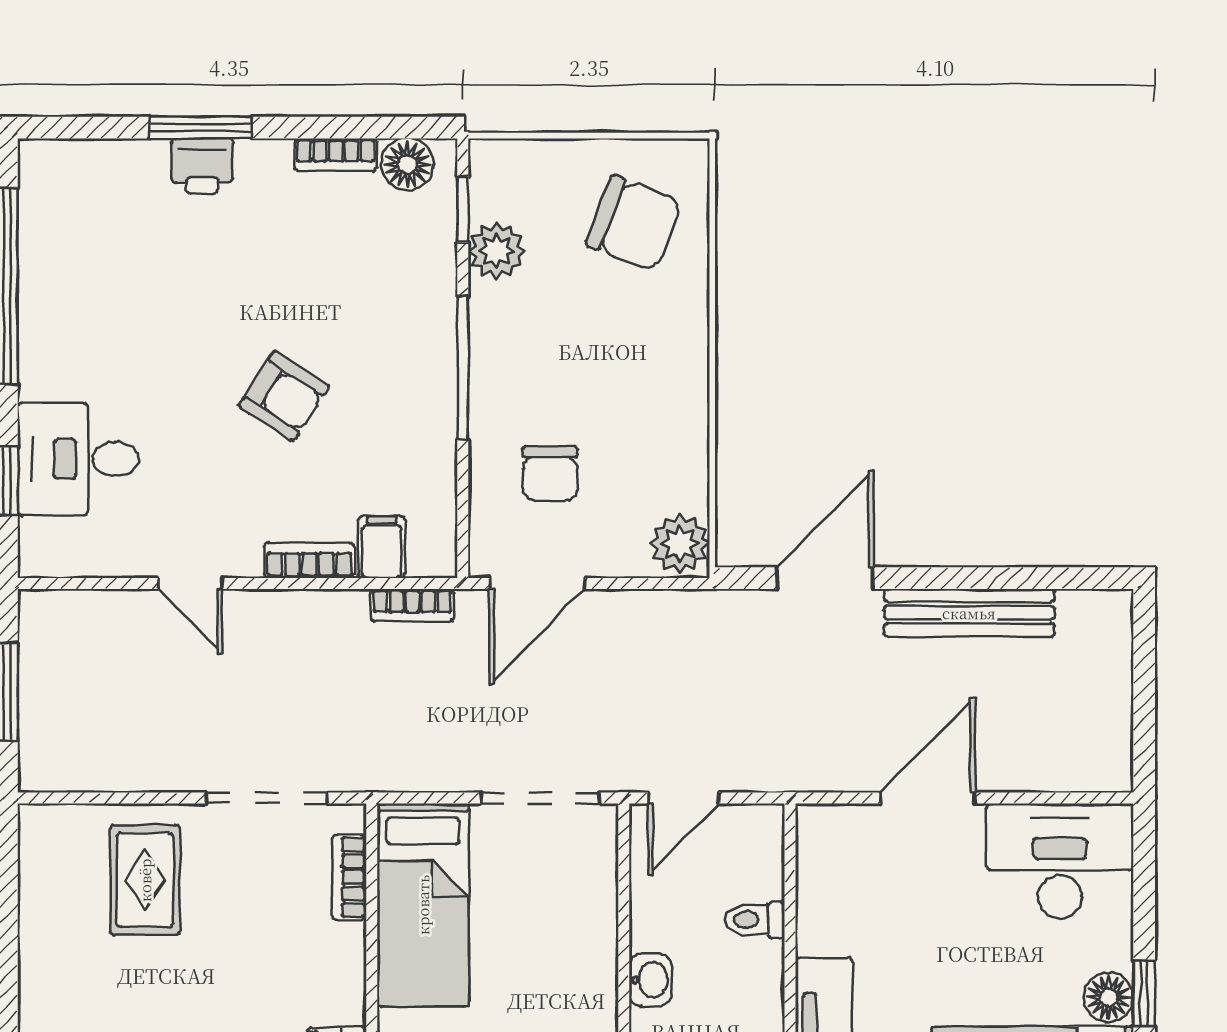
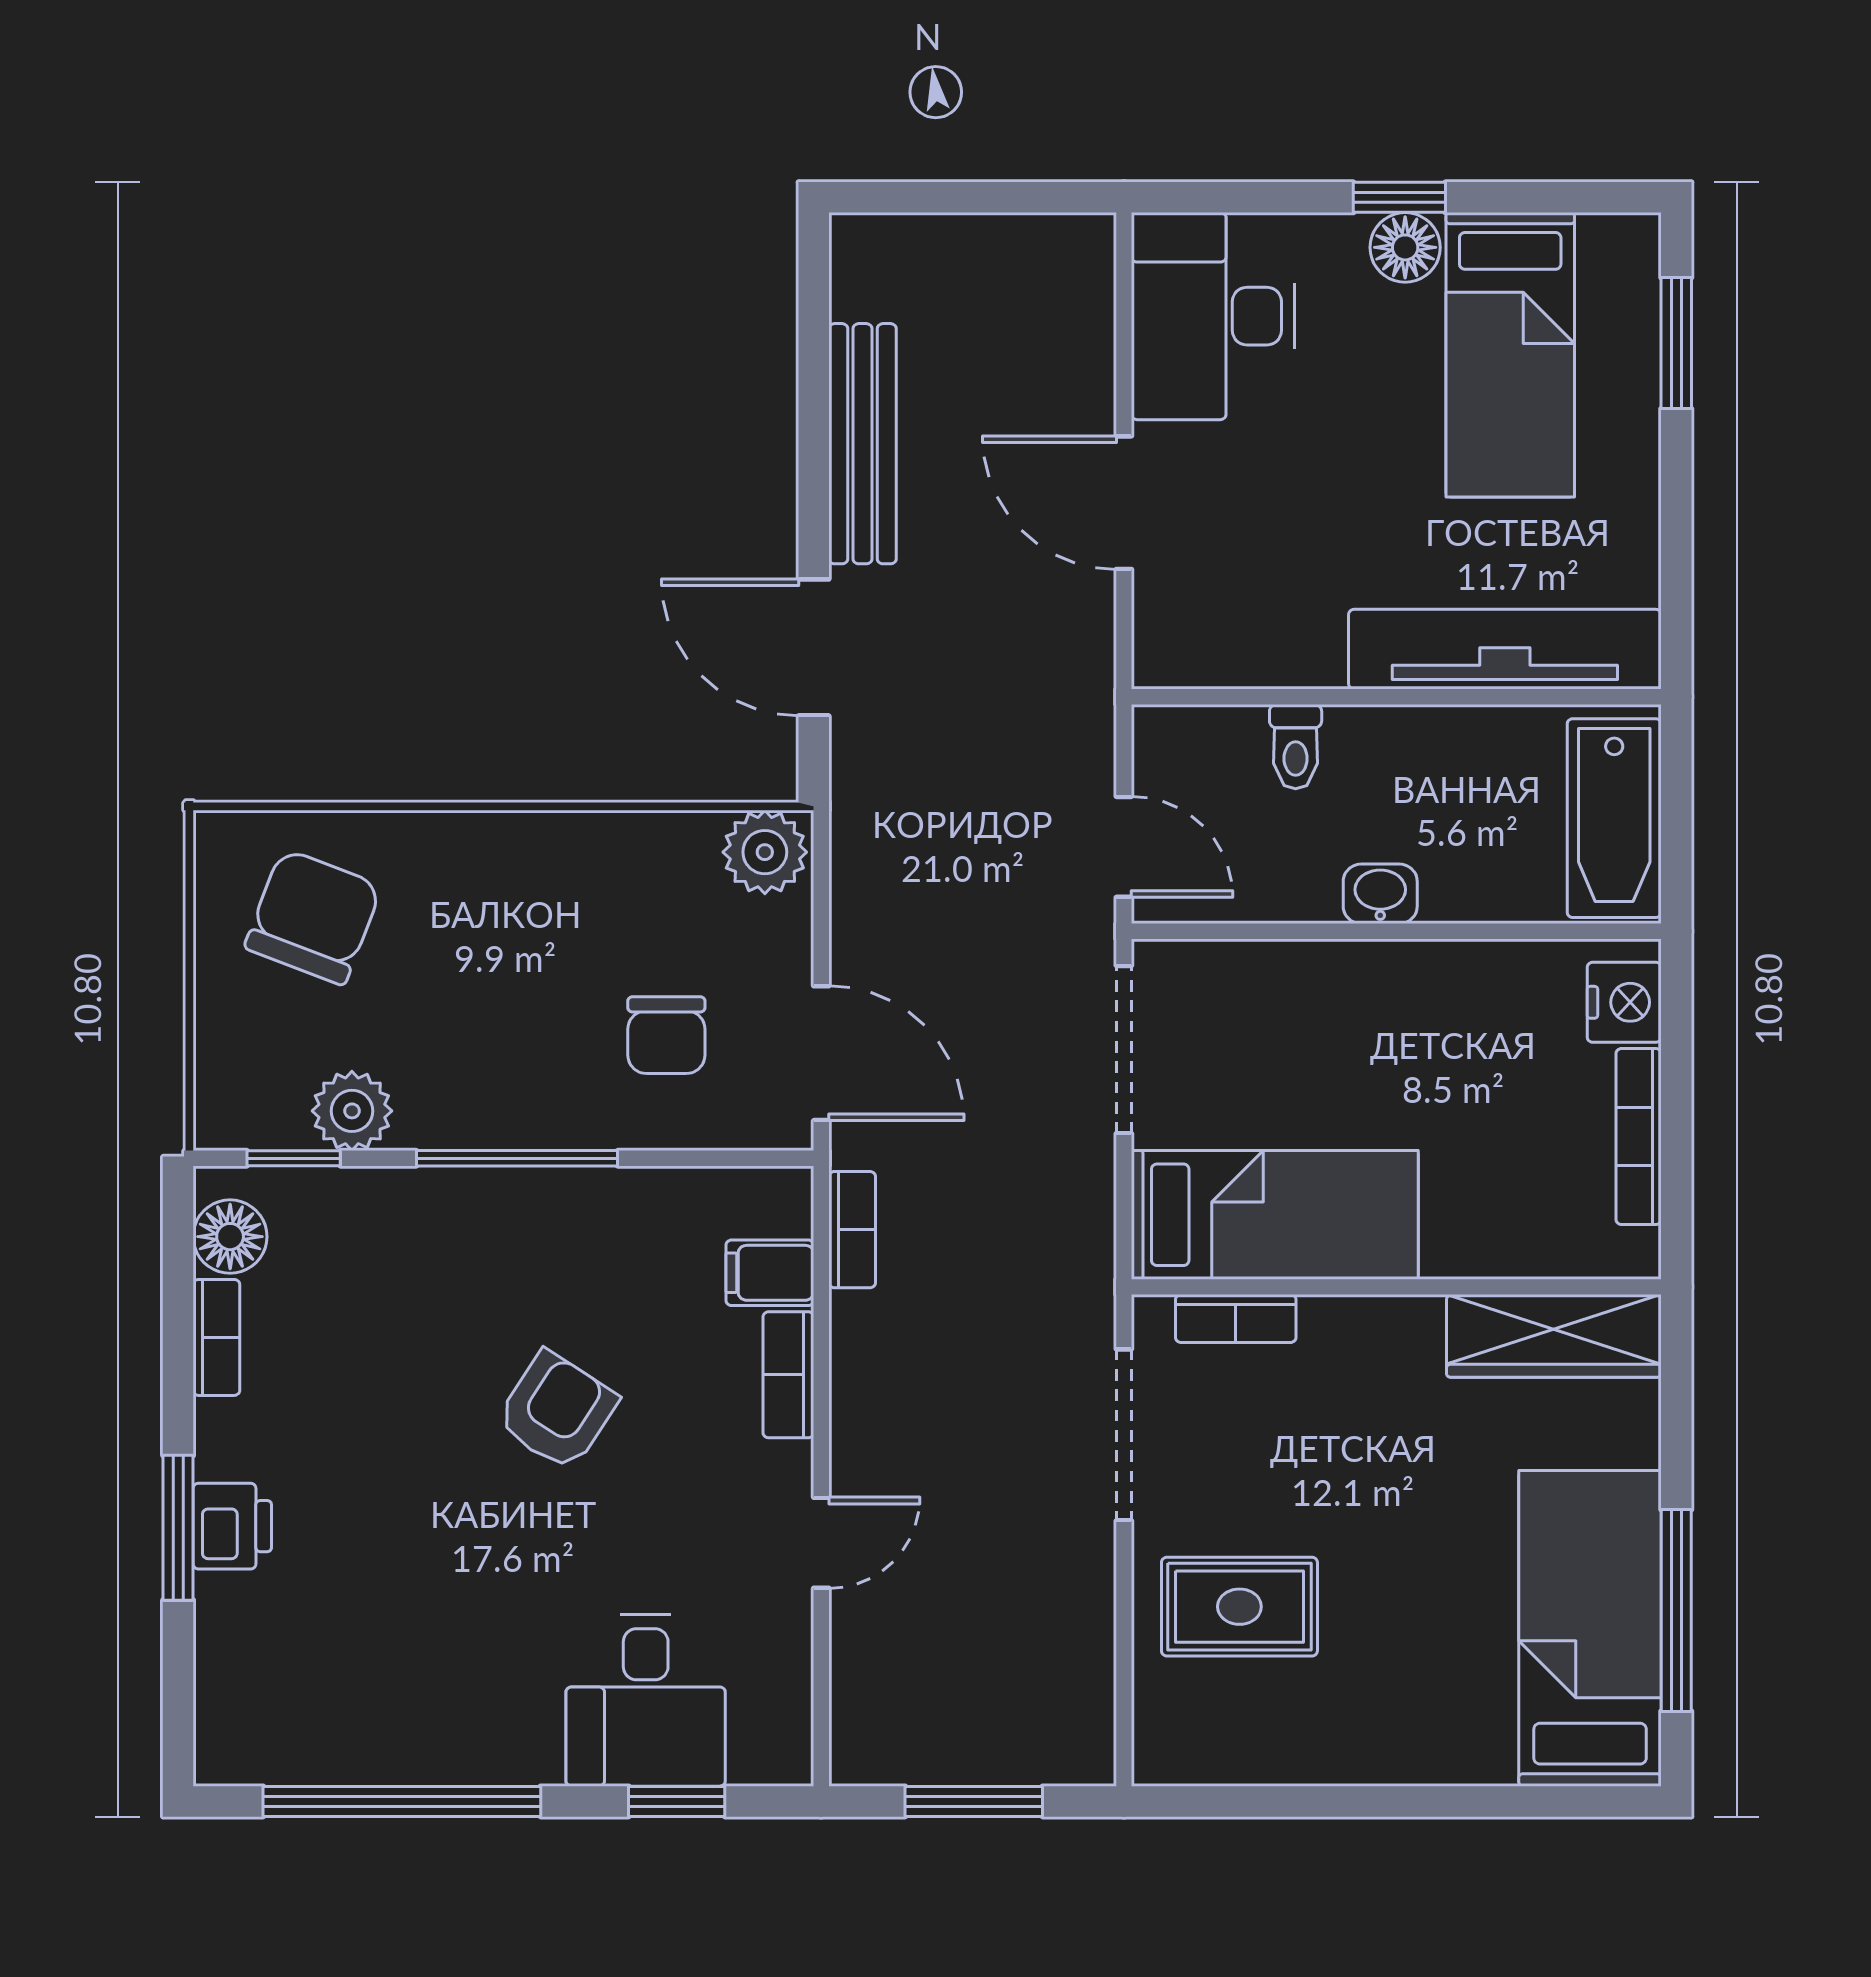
chair: (550, 474) -> (666, 1035), turned 90

